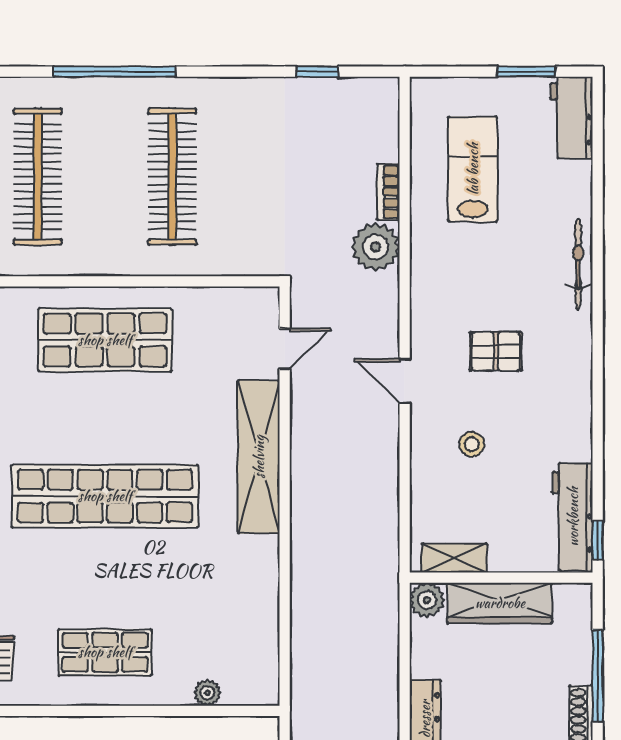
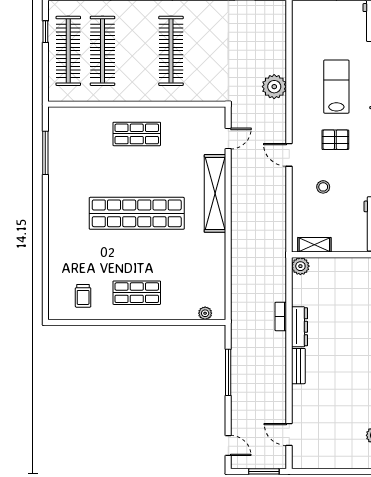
lab bench: (473, 169) -> (336, 87), moved
bookcase: (388, 192) -> (281, 316), moved
shop shelf: (105, 340) -> (137, 134), width x0.70, depth x0.74
wardrobe: (500, 603) -> (337, 268), removed
plant: (207, 693) -> (205, 313), moved

